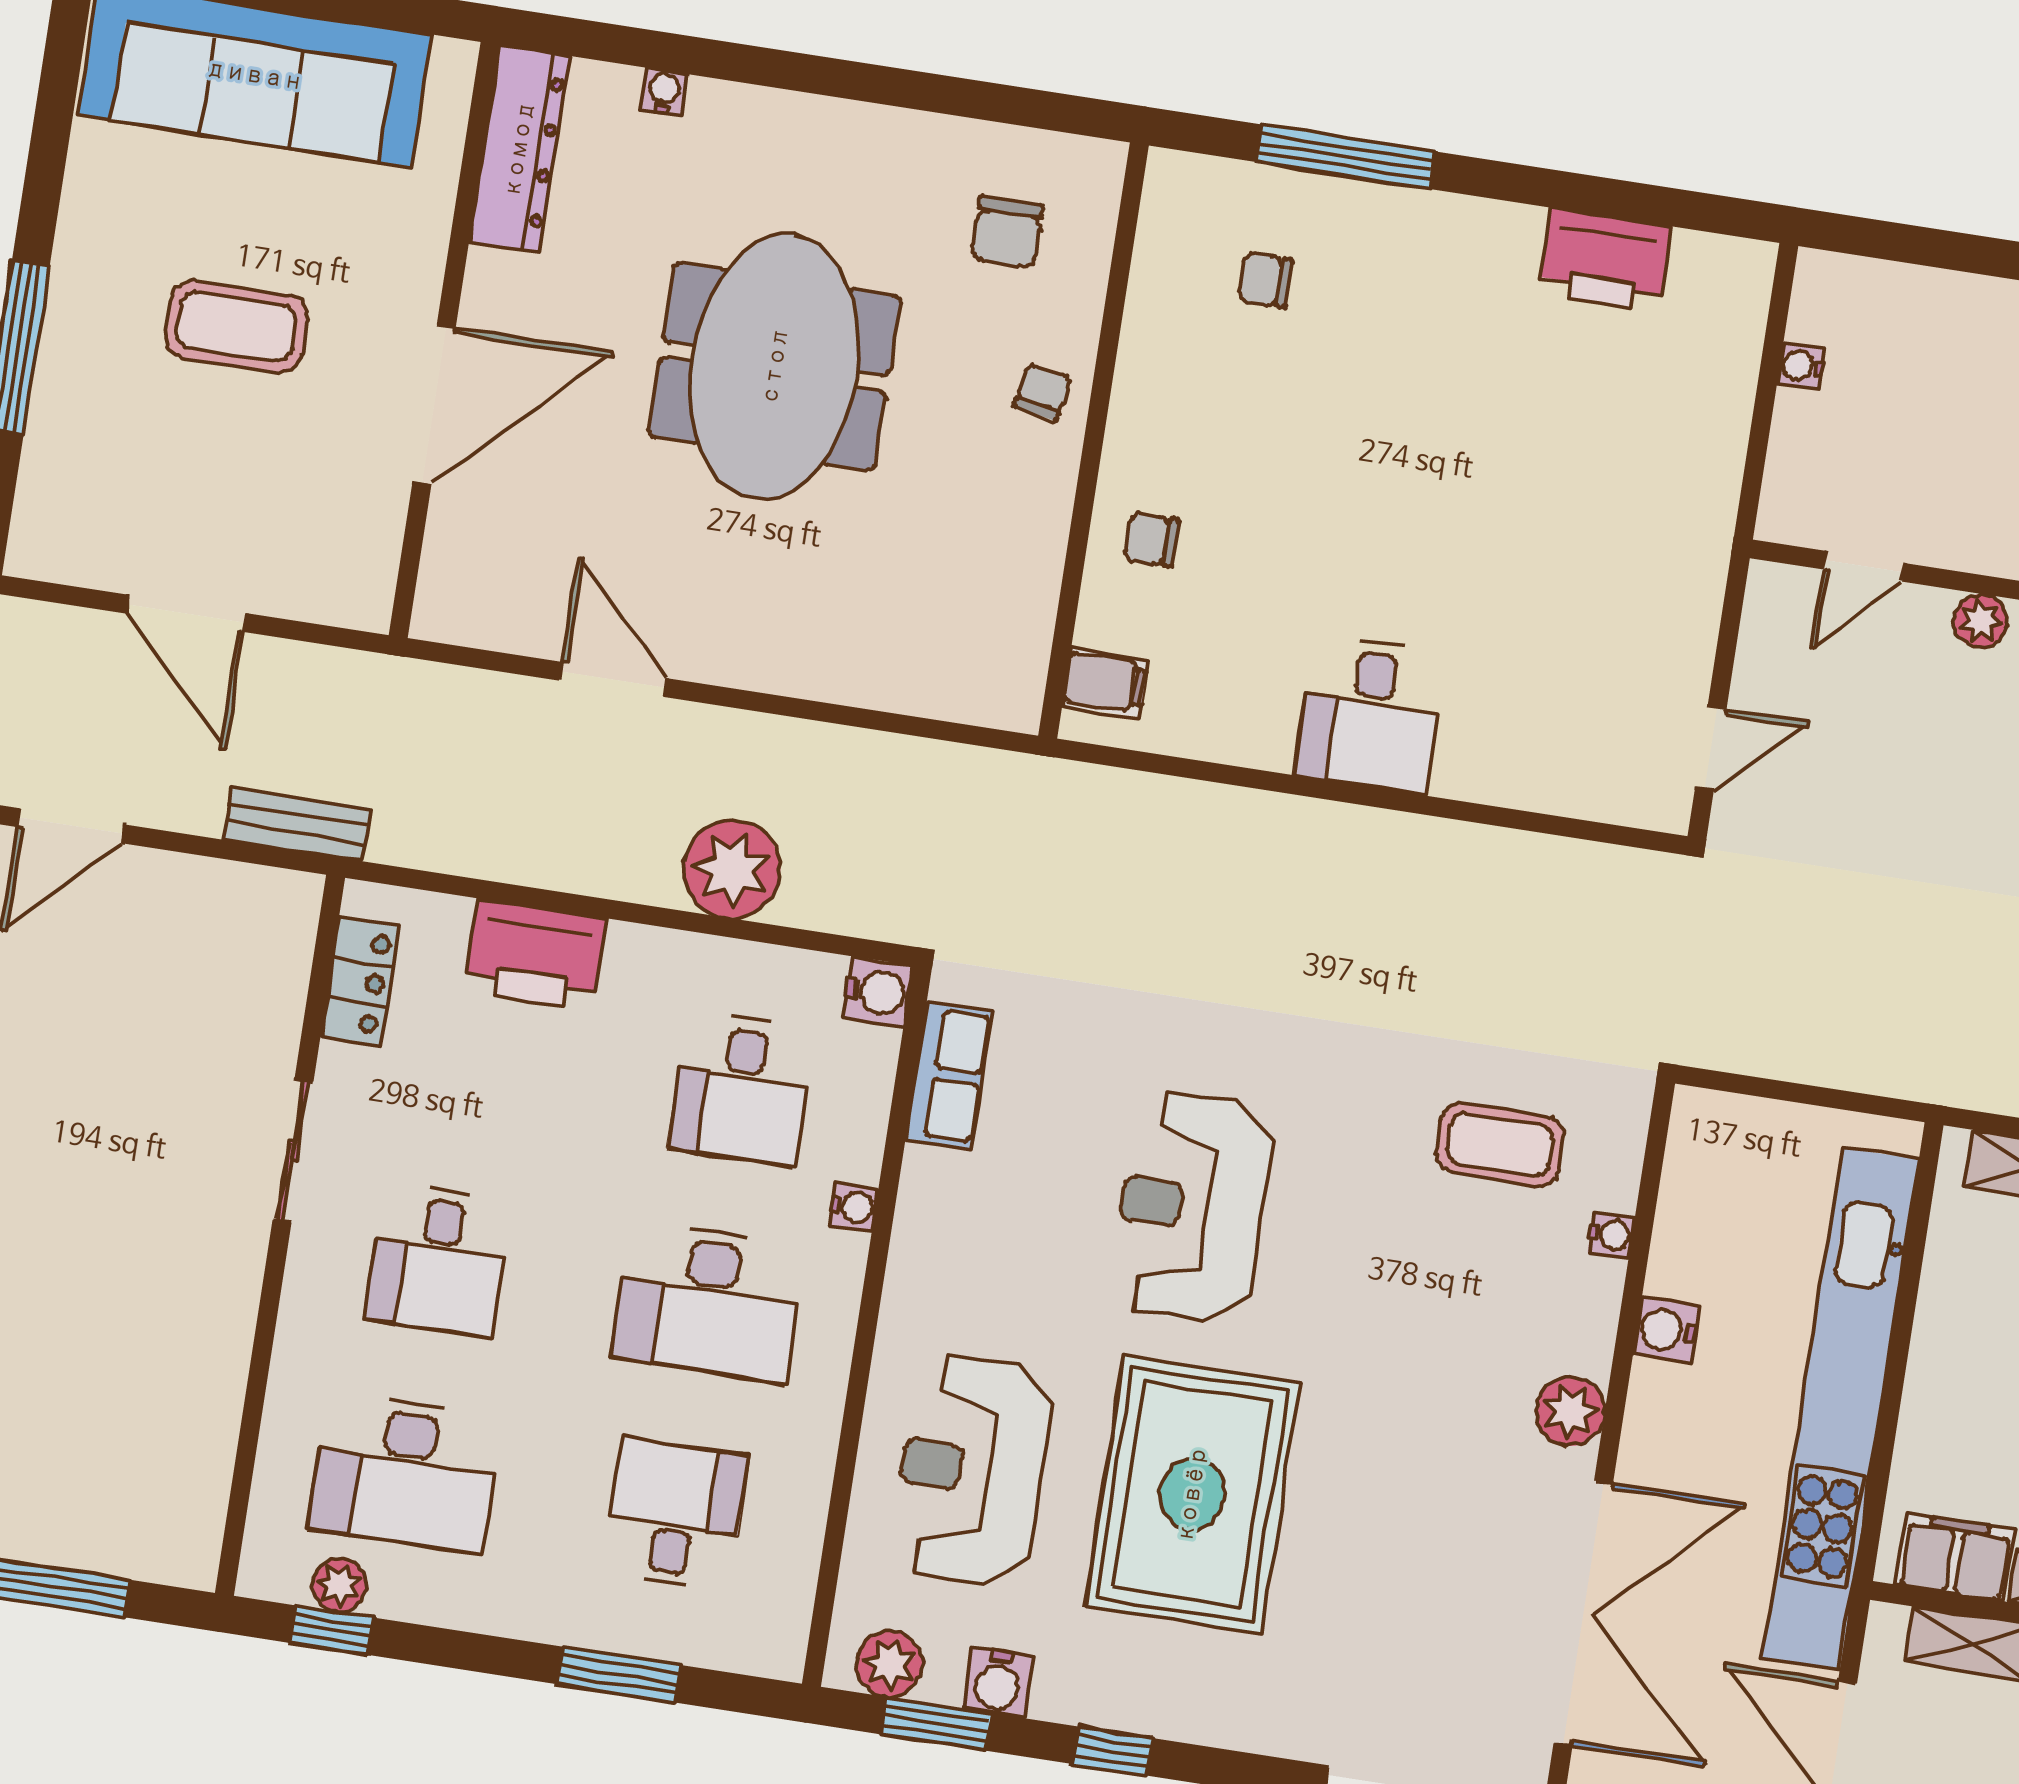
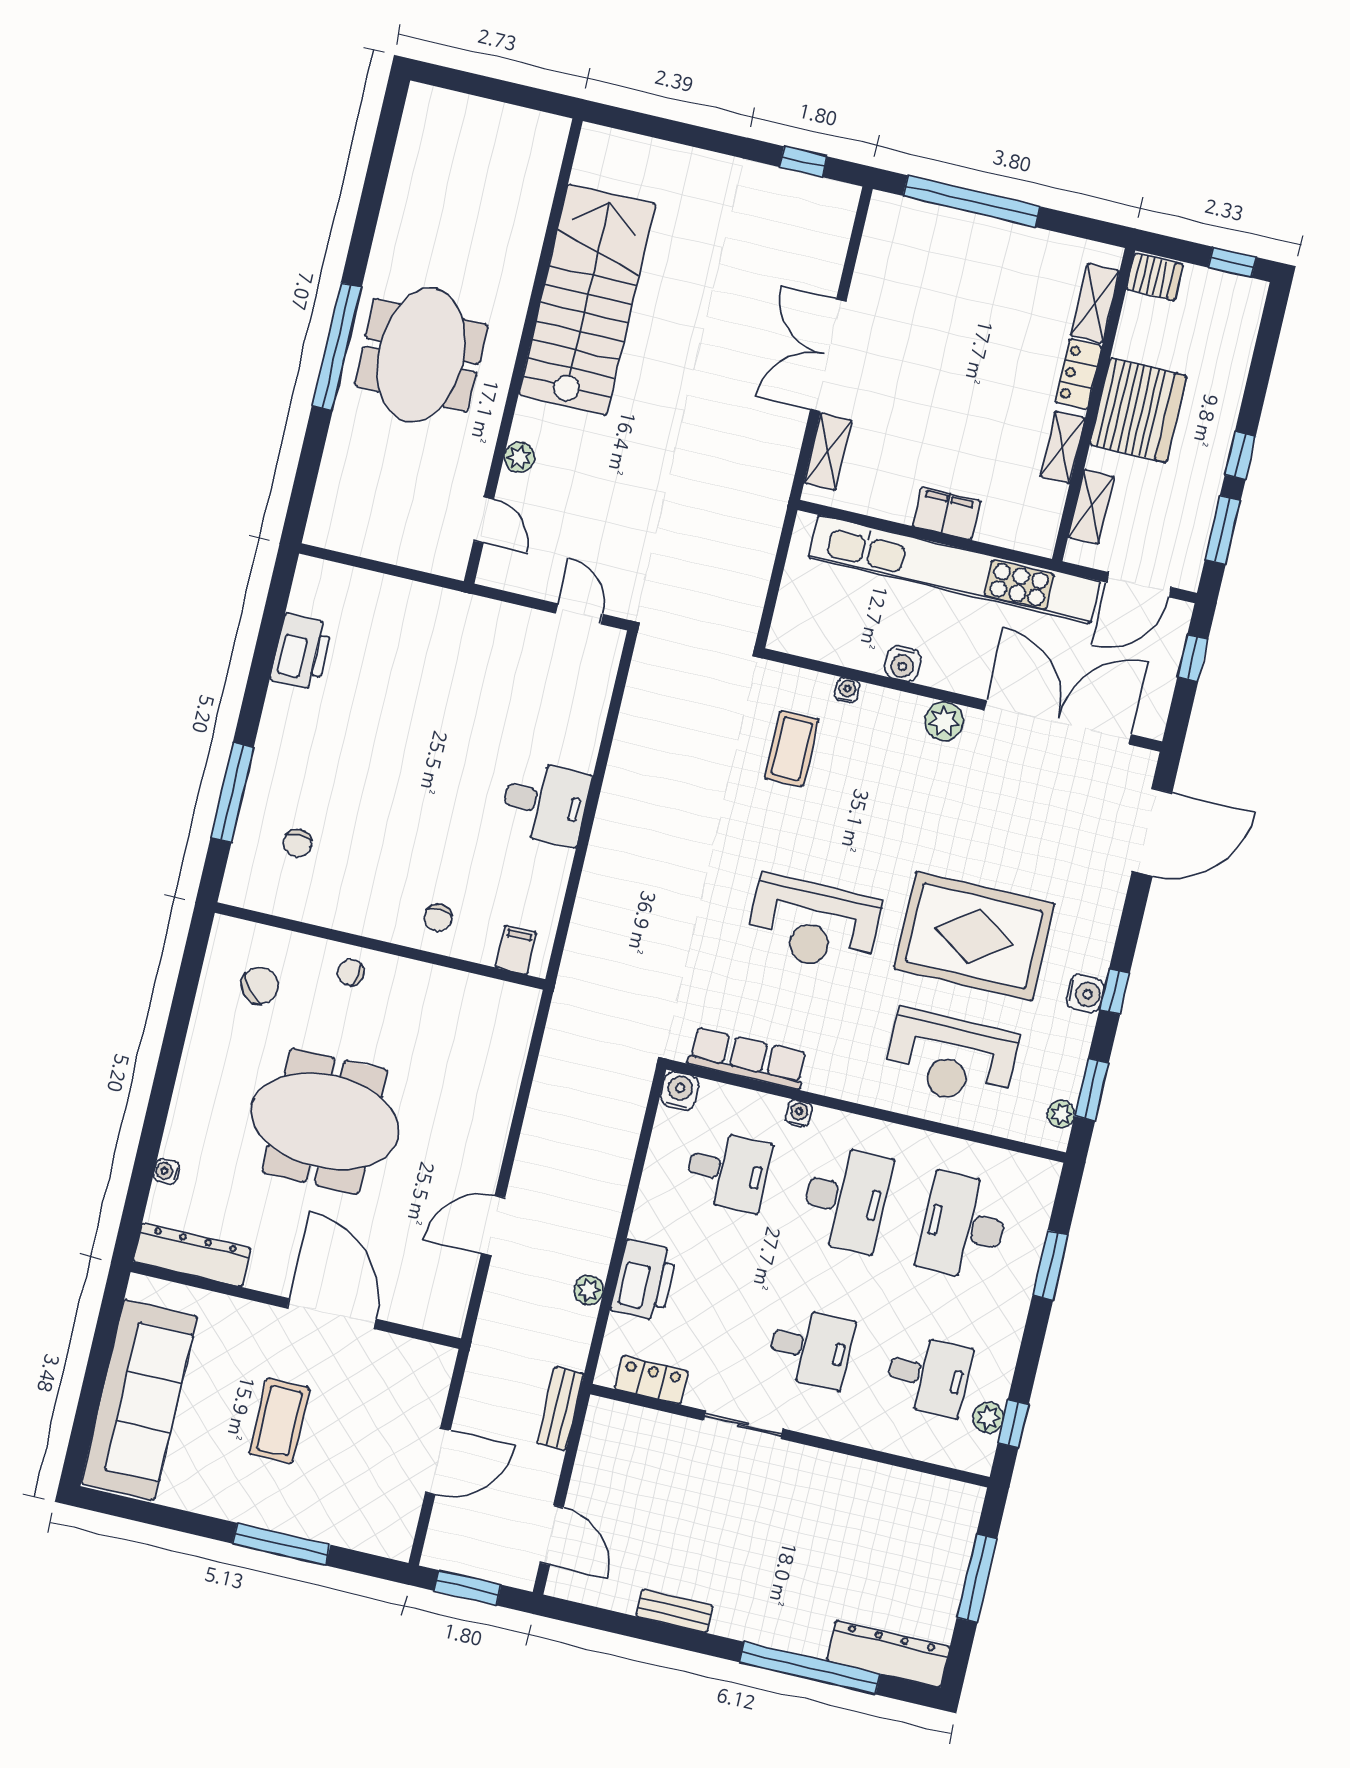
chair: (1007, 232) -> (260, 985), turned -41
water cooler: (1801, 366) -> (369, 547), removed
plant: (732, 869) -> (589, 1290), moved, width x0.53, depth x0.53
row of seats: (949, 1075) -> (748, 1058), width x1.48
desk: (406, 1473) -> (928, 1376), width x0.73
desk: (675, 1514) -> (963, 1226), width x1.37
filing cabinet: (1955, 1557) -> (946, 513), moved, turned 90
plant: (889, 1664) -> (1061, 1114), width x0.73, depth x0.73
water cooler: (998, 1682) -> (1085, 994), moved

